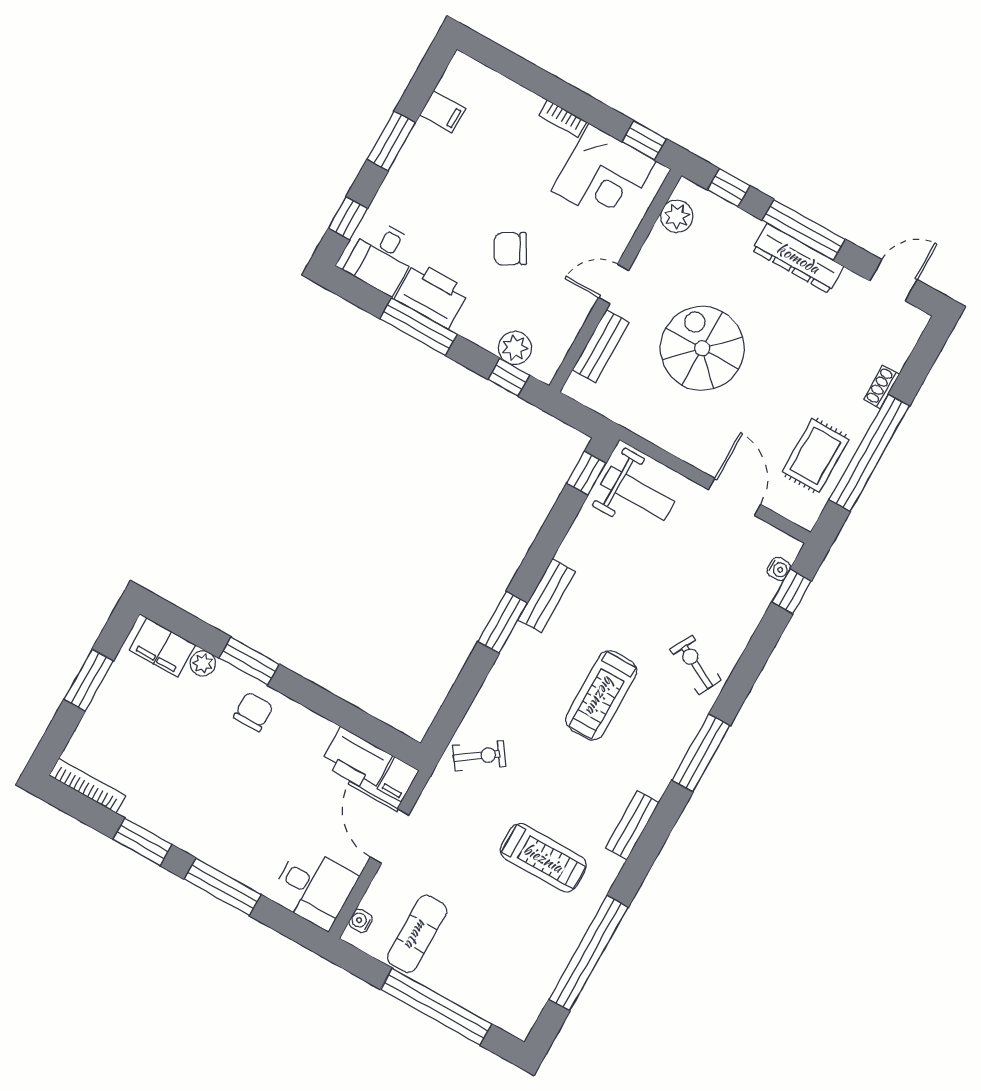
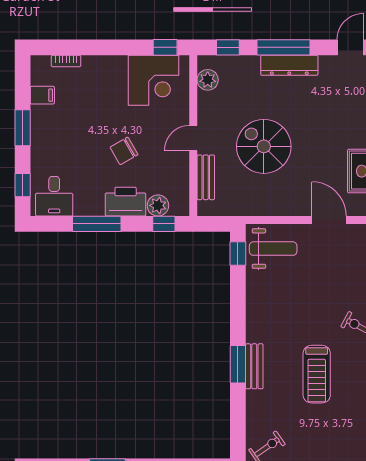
bookcase: (563, 119) -> (66, 61), moved
printer: (432, 295) -> (126, 202), moved
bench: (547, 596) -> (254, 366), moved

